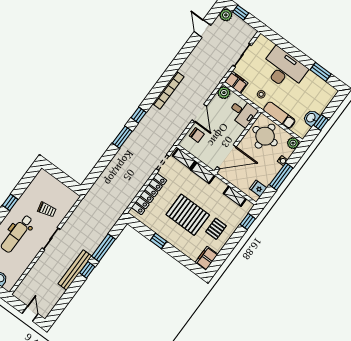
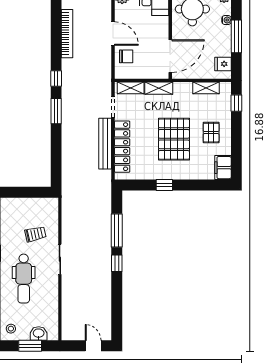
pallet: (188, 215) -> (174, 139), turned 90
bench: (75, 270) -> (105, 144), moved

